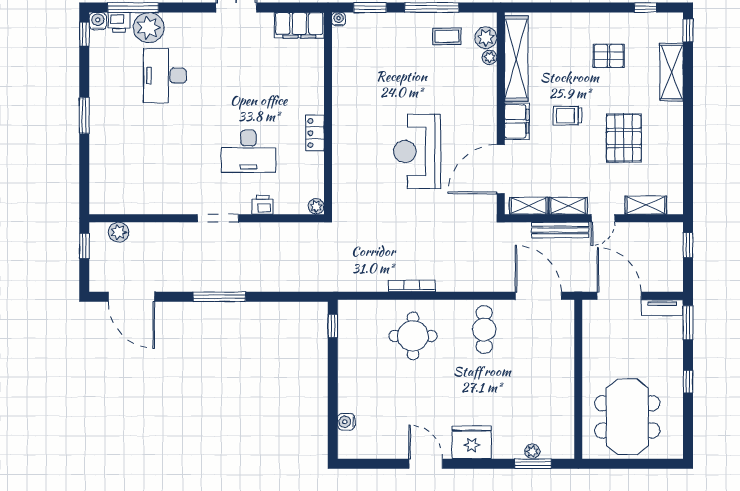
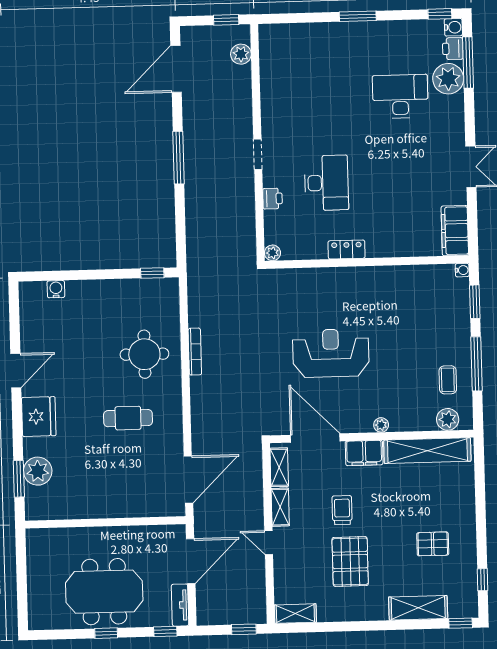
pallet: (609, 56) -> (433, 544), turned 90
plant: (490, 57) -> (381, 425), moved
trolley: (568, 116) -> (342, 510), moved
pallet: (624, 138) -> (350, 561), turned 90
desk: (248, 151) -> (326, 183), turned 180
shelving: (646, 205) -> (295, 614), moved, turned 90
doorway: (218, 218) -> (258, 154), width x0.73
bench: (560, 230) -> (256, 500), removed
window: (688, 323) -> (165, 631), width x0.67
cafe table: (484, 330) -> (128, 418), moved
meeting table: (627, 417) -> (104, 592), moved
plant: (532, 451) -> (38, 471), width x1.88, depth x1.88

